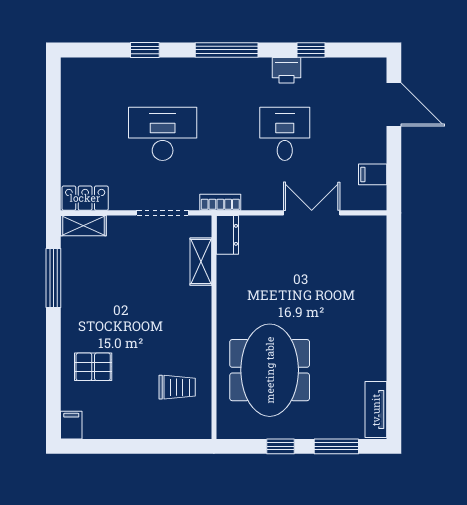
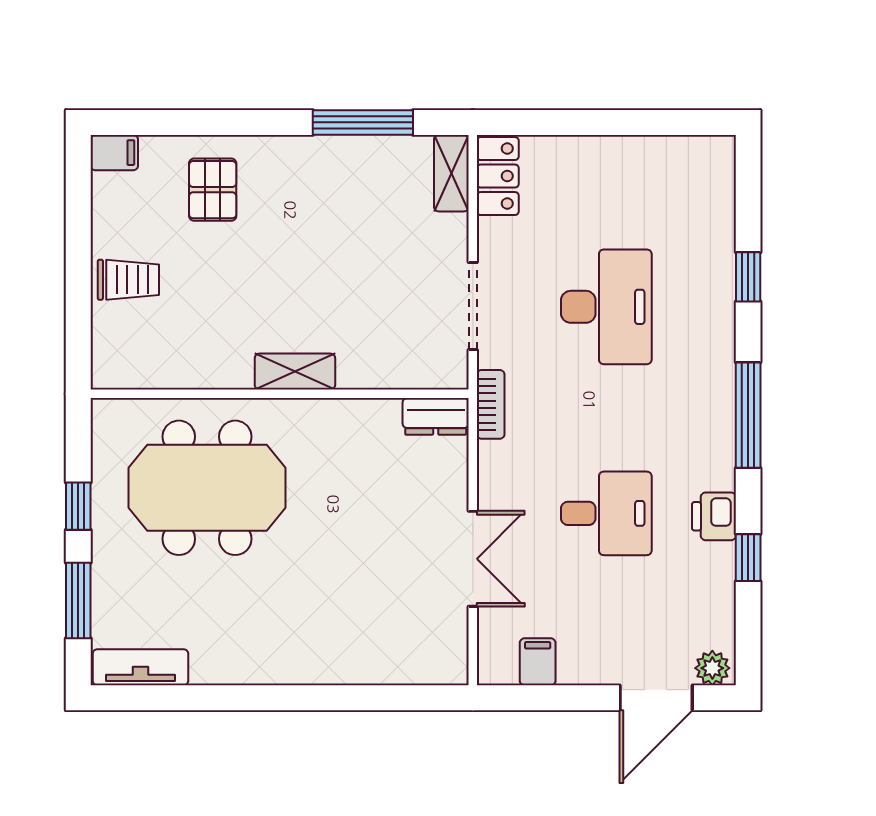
plant: (376, 71) -> (712, 668), added
shelving: (201, 262) -> (295, 372), moved
trolley: (177, 387) -> (128, 280), moved, turned -90

